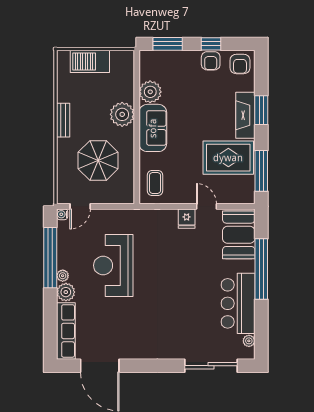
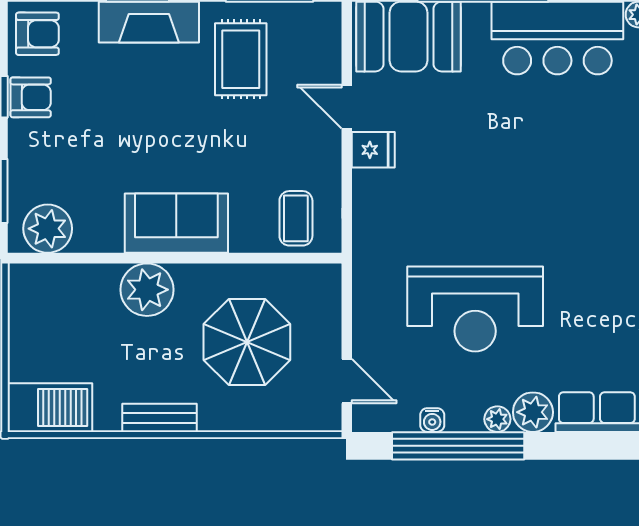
barbecue: (90, 61) -> (50, 408), moved, turned -90
plant: (150, 92) -> (48, 229), moved
rug: (228, 158) -> (241, 59), width x0.73, depth x0.70
coffee table: (155, 183) -> (296, 218), turned 90
door: (206, 206) -> (347, 107), hinge flipped
water cooler: (62, 214) -> (432, 420), moved

